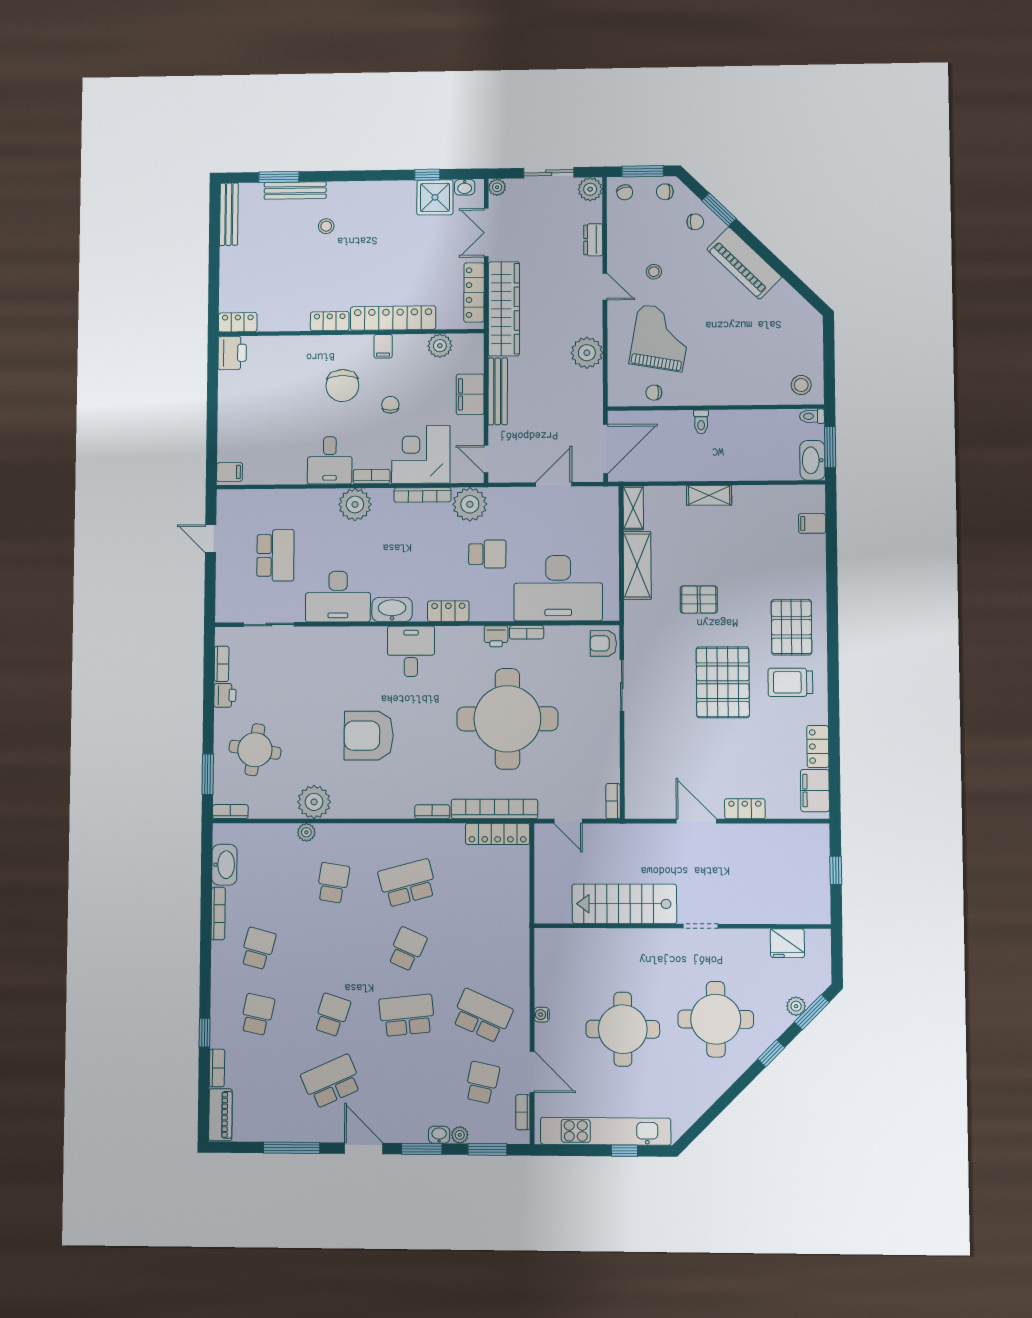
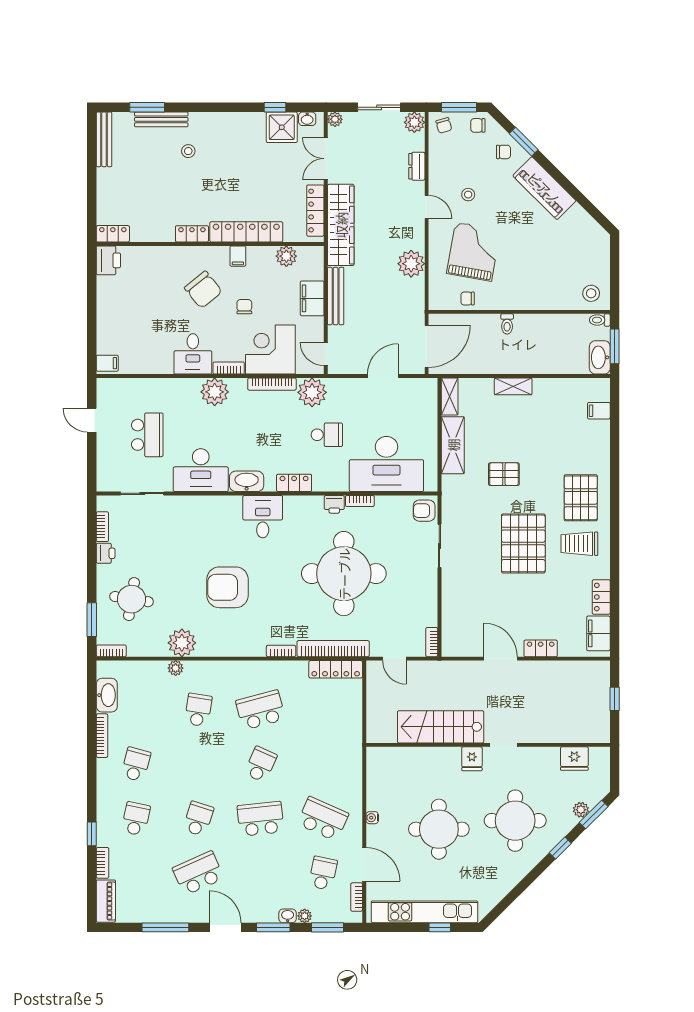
chair: (342, 386) -> (203, 290), turned -39
fridge: (662, 943) -> (472, 759), added

